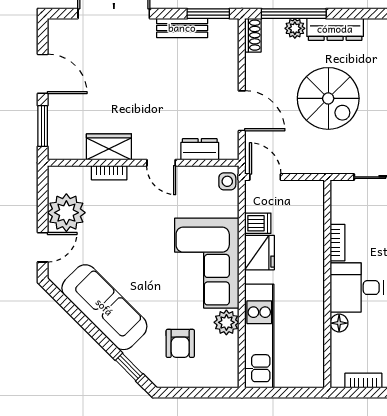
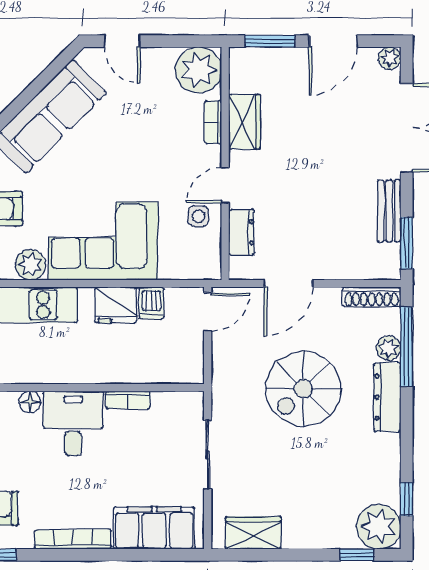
plant: (57, 27) -> (390, 58), added
shoe rack: (253, 35) -> (372, 297), width x1.43
side table: (227, 181) -> (198, 216), moved
plant: (66, 213) -> (199, 70), moved

